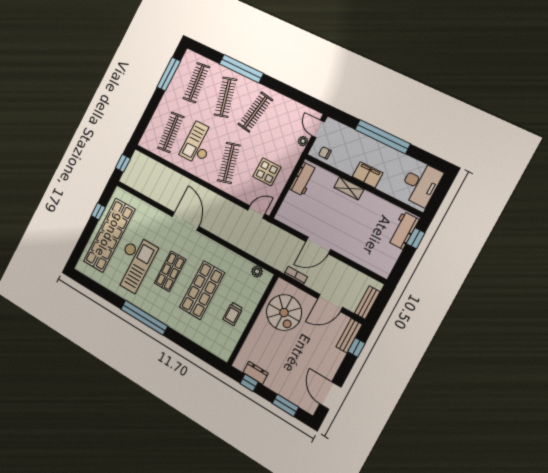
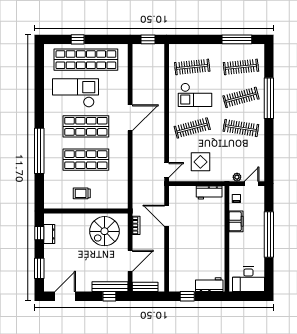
checkout: (198, 143) -> (195, 95), turned 180
filing cabinet: (368, 175) -> (236, 221), moved
shelving: (349, 188) -> (219, 230), removed
window: (98, 211) -> (78, 39), moved
door: (256, 212) -> (167, 170), hinge flipped
window: (416, 238) -> (187, 296), moved
door: (318, 245) -> (167, 216), moved
checkout: (134, 263) -> (76, 93), turned 180
shop shelf: (170, 271) -> (86, 126), width x1.43, depth x1.36
plant: (257, 271) -> (123, 195), removed
door: (330, 303) -> (130, 261), swing flipped
window: (144, 318) -> (39, 151), moved
bench: (349, 336) -> (110, 287), width x1.36

